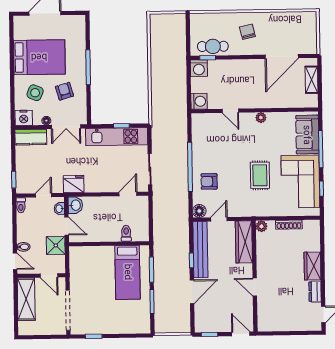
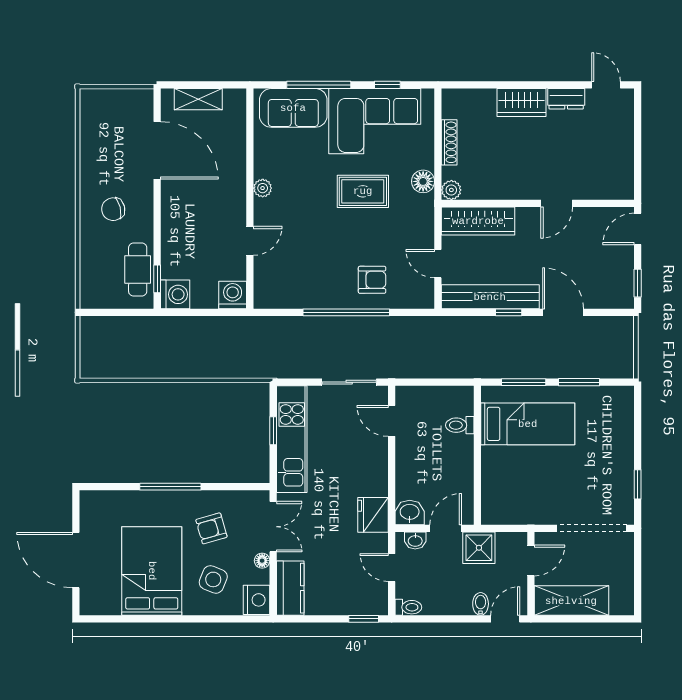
armchair: (209, 181) -> (372, 280), turned -90
floor lamp: (199, 211) -> (423, 181), moved

